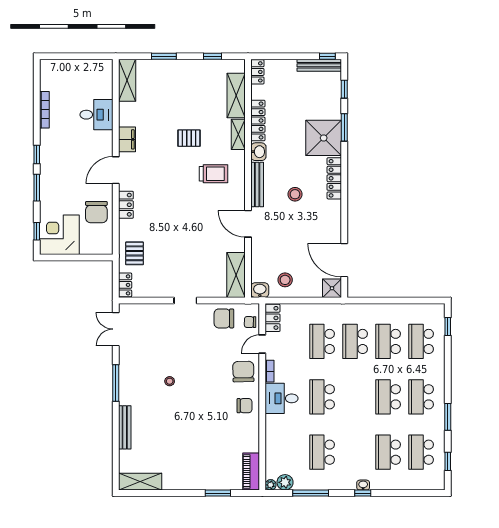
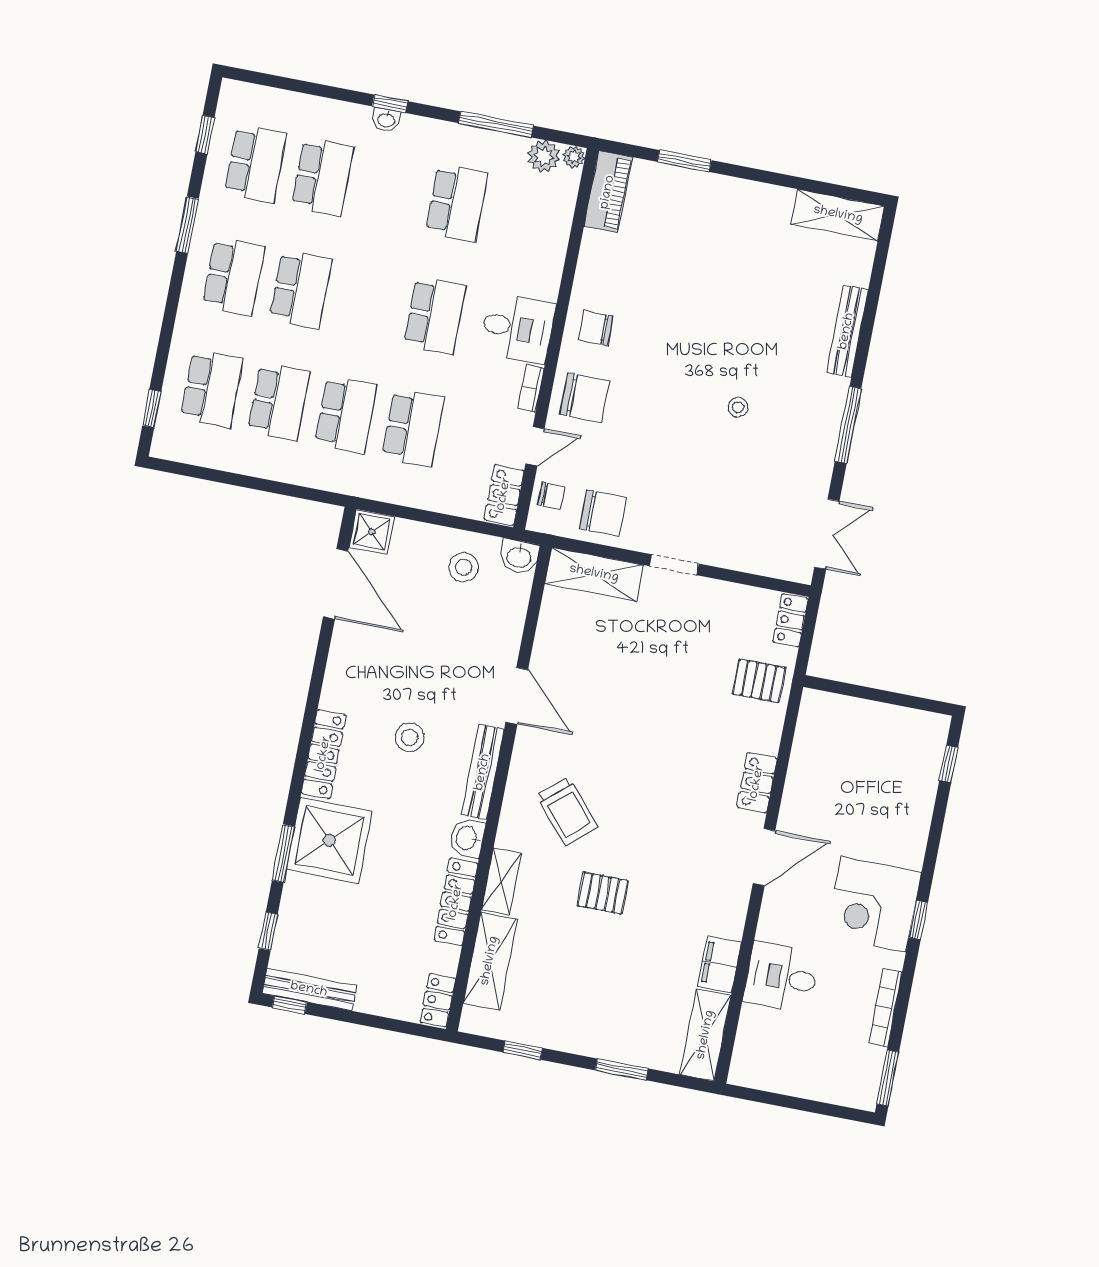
filing cabinet: (127, 139) -> (720, 964), moved
trolley: (213, 174) -> (567, 811), turned -131
window: (37, 188) -> (888, 1078), moved
chair: (96, 212) -> (820, 779), removed
corner desk: (59, 235) -> (874, 904), moved, turned 90
pallet: (134, 253) -> (759, 681), turned 90
shelving: (236, 275) -> (594, 574), moved, turned 90
chair: (243, 372) -> (585, 398), turned -89

